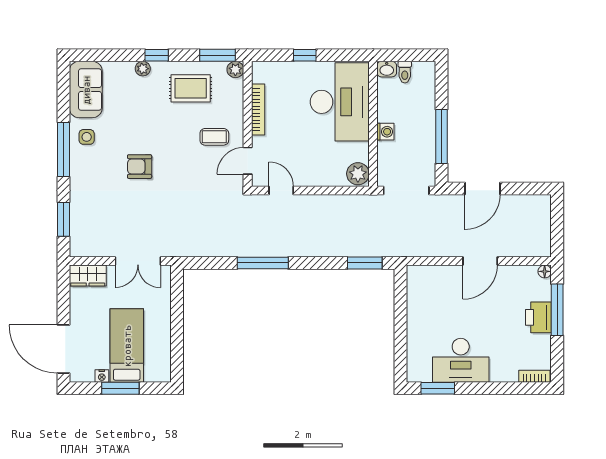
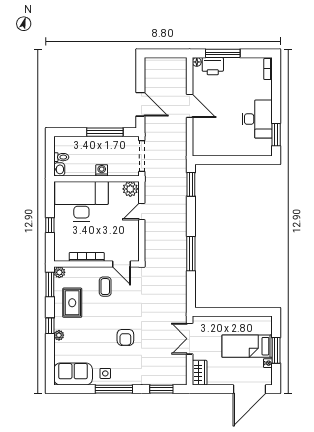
door: (281, 190) -> (142, 211), moved
double door: (138, 261) -> (190, 339), swing flipped
printer: (538, 317) -> (213, 66), moved

